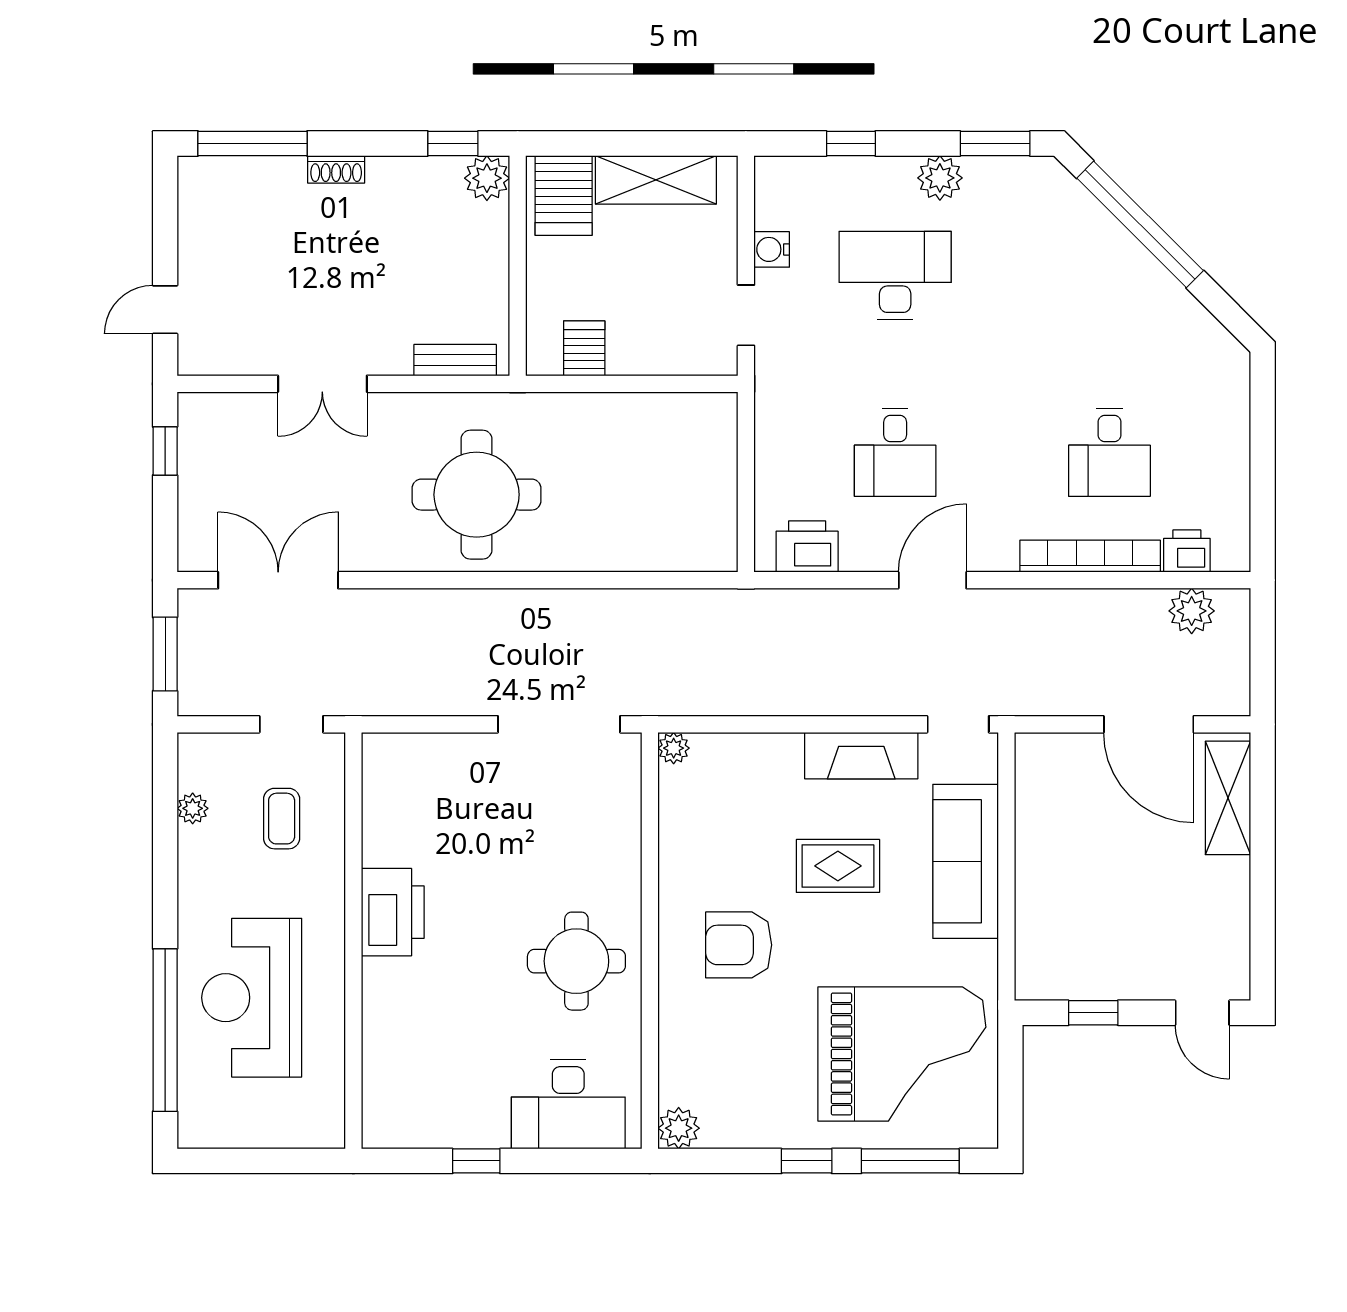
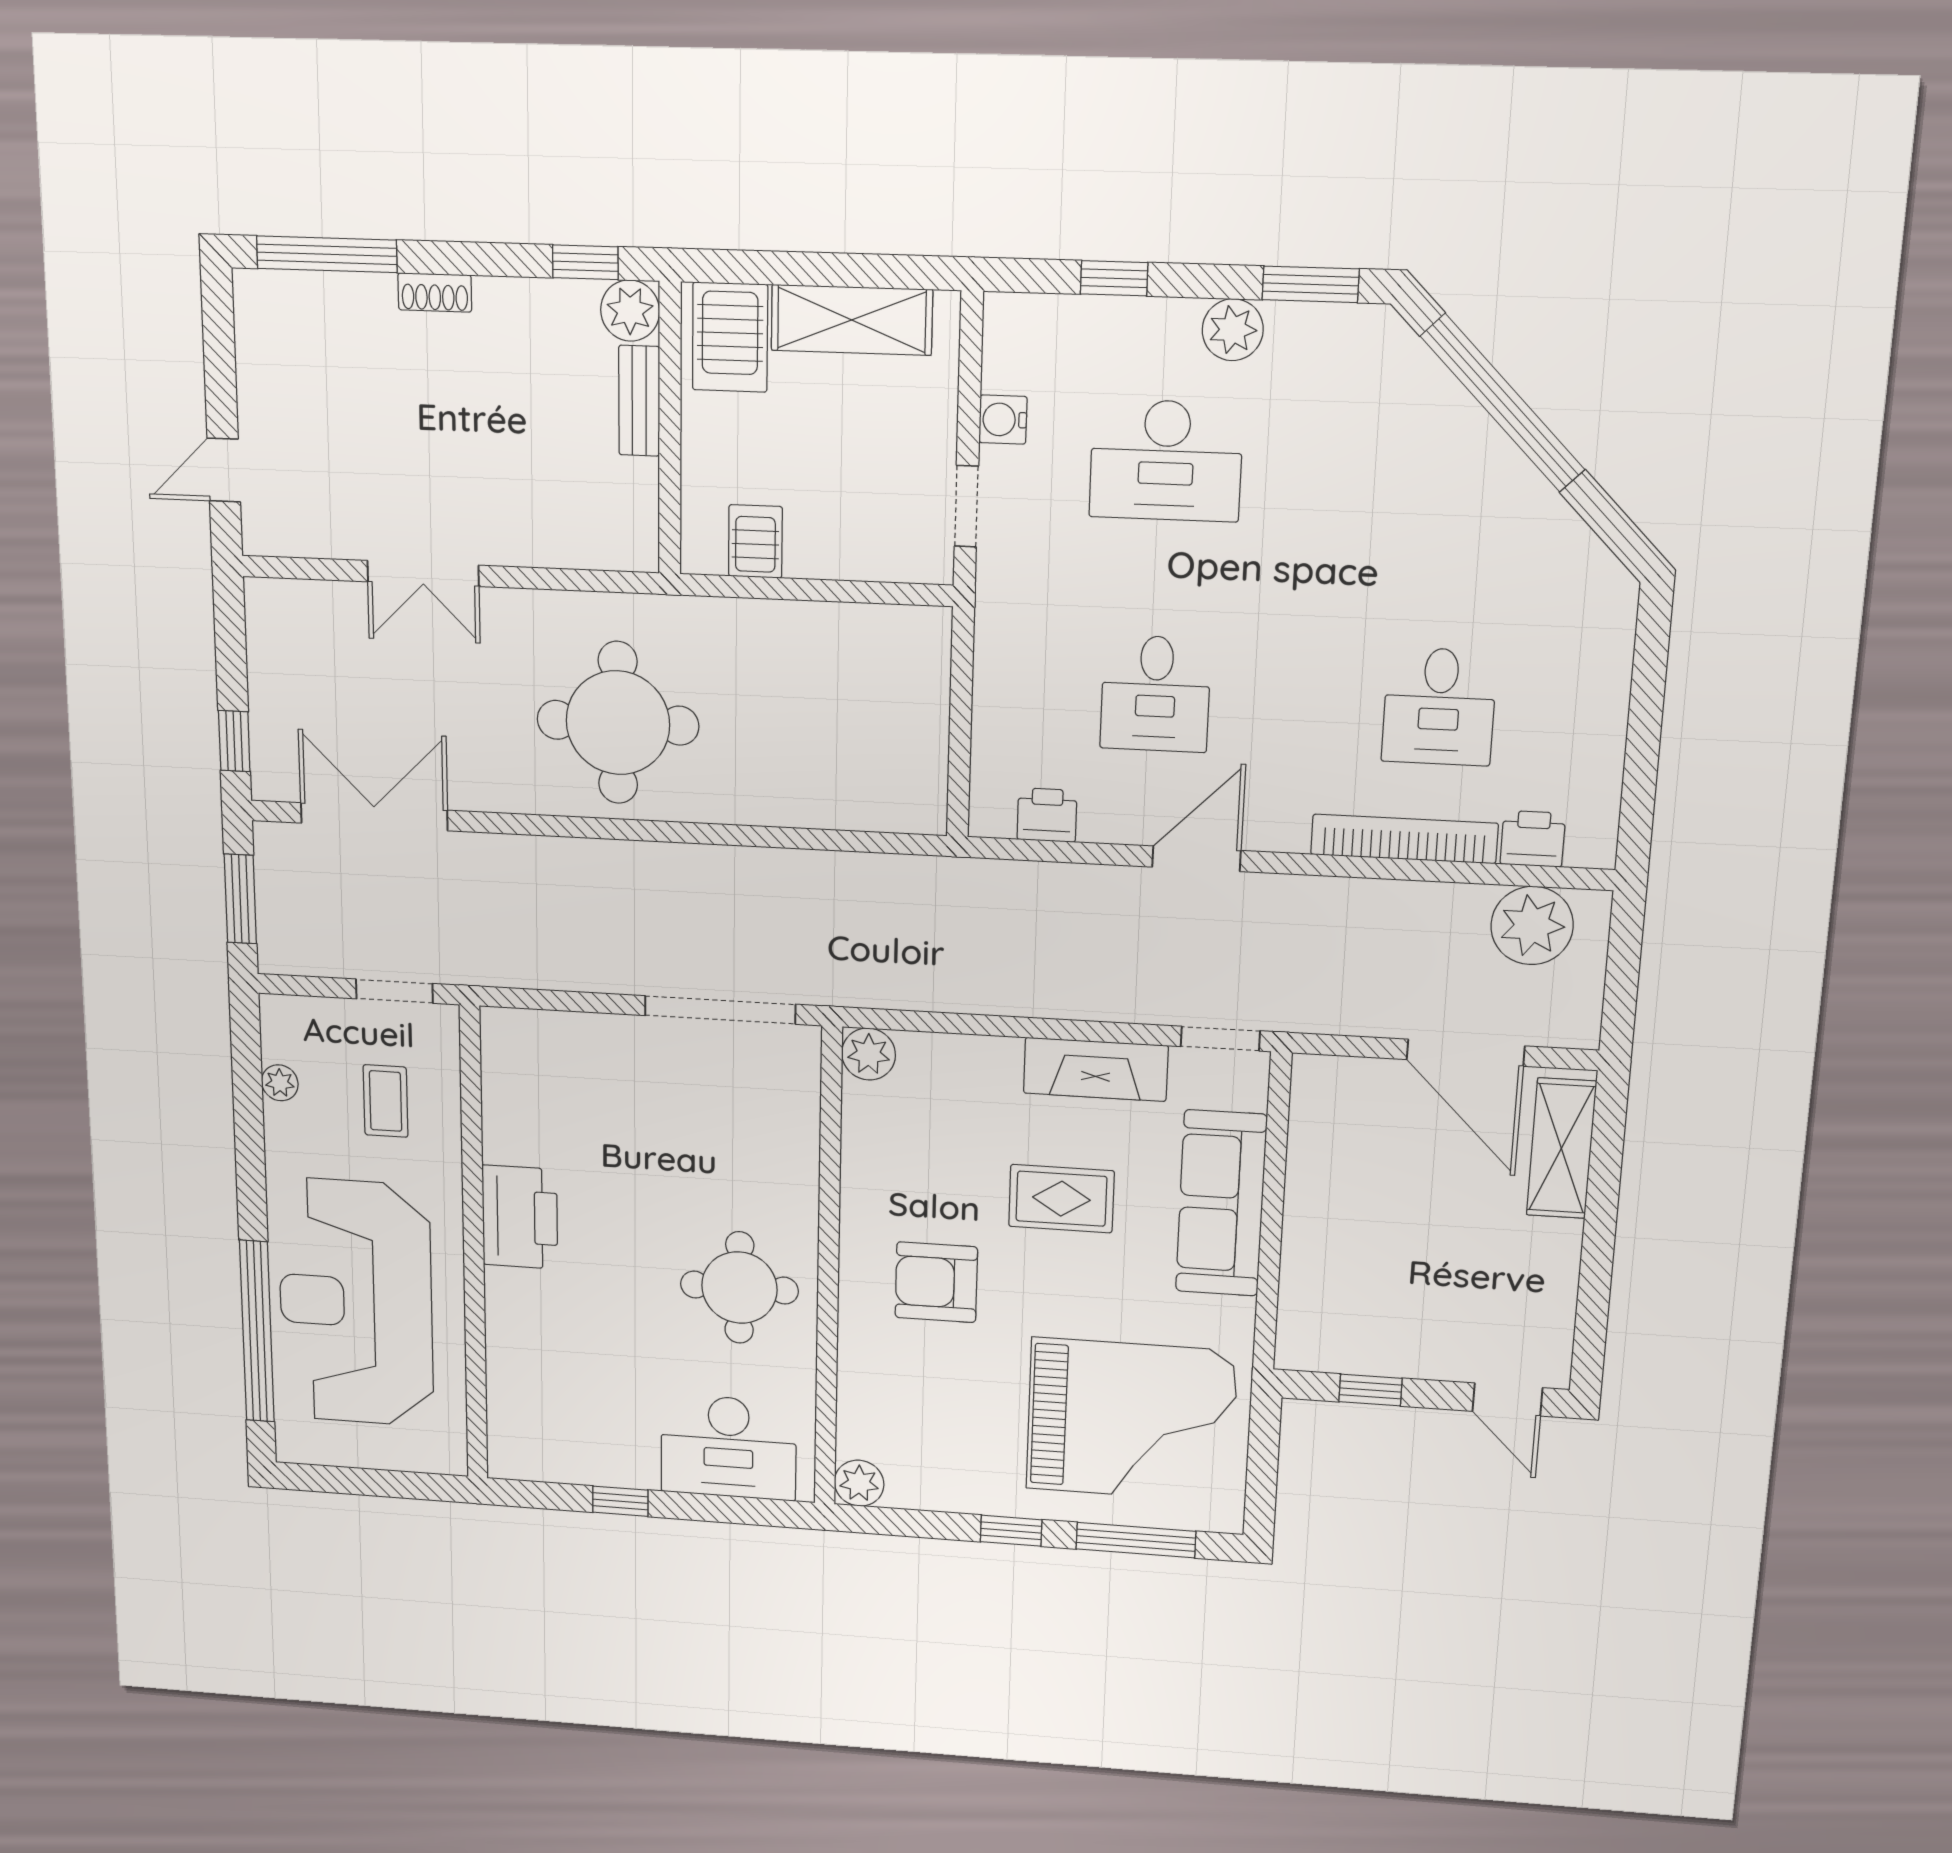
desk: (895, 275) -> (1166, 460), turned 180
bench: (455, 360) -> (639, 401), moved, turned 90
window: (165, 451) -> (234, 741), moved
printer: (807, 547) -> (1047, 815), width x0.73, depth x0.81
plant: (1192, 611) -> (1532, 926), width x1.36, depth x1.36
plant: (674, 748) -> (869, 1054), width x1.38, depth x1.38
reception desk: (252, 998) -> (356, 1303), width x1.36, depth x1.30

